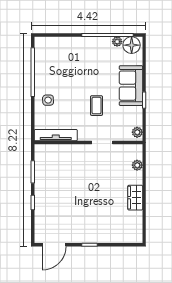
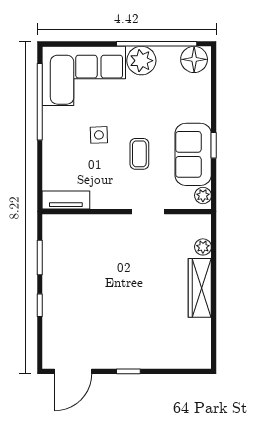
plant: (117, 42) -> (141, 61), moved, width x1.88, depth x1.88
corner sofa: (61, 56) -> (84, 76), added
sofa: (131, 86) -> (193, 154), moved
side table: (48, 100) -> (99, 135), moved
tv unit: (56, 135) -> (66, 200), width x0.71
wardrobe: (135, 198) -> (200, 288), width x1.50

